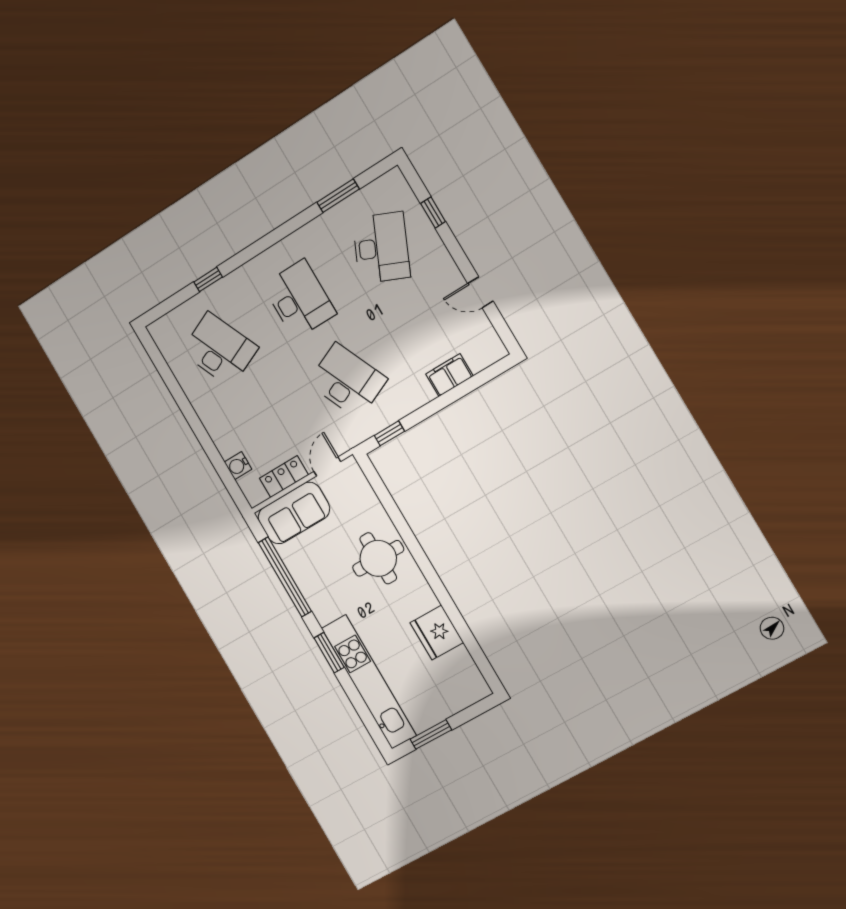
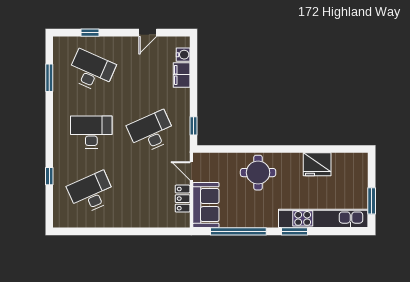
water cooler: (238, 466) -> (183, 55), moved, turned -90

